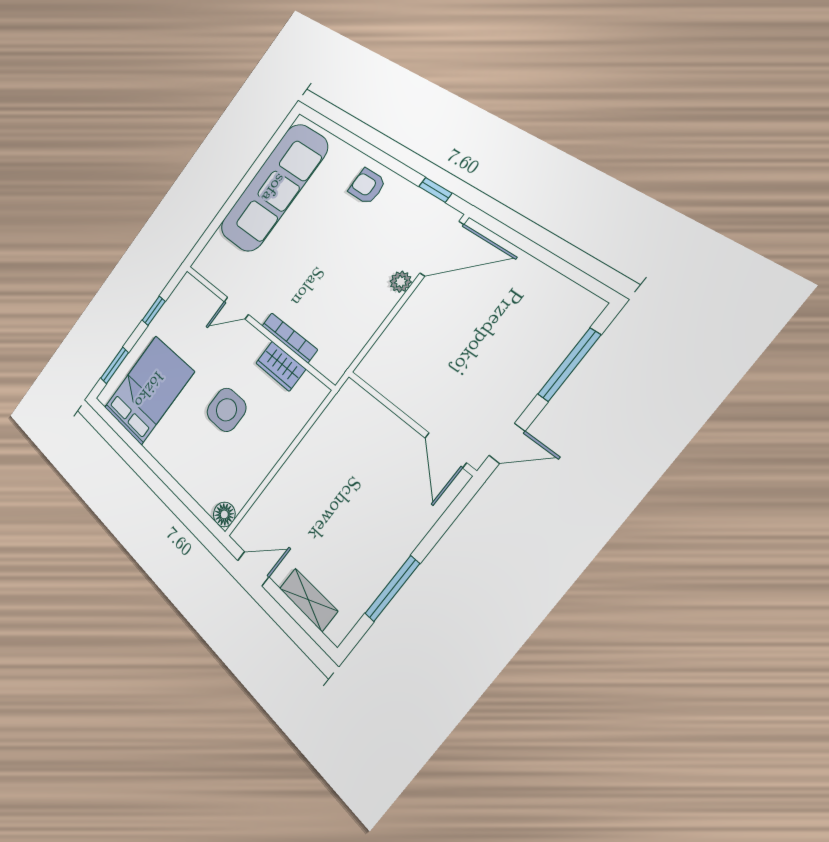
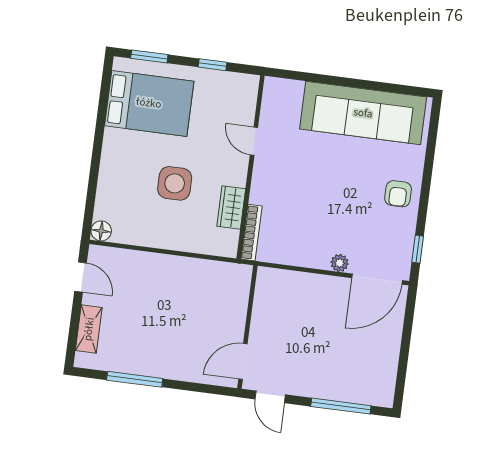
armchair: (367, 186) -> (398, 194), turned 180
door: (442, 249) -> (377, 279), hinge flipped
bookcase: (289, 338) -> (251, 233), moved

